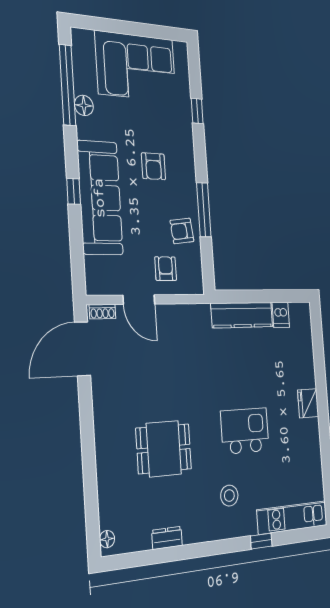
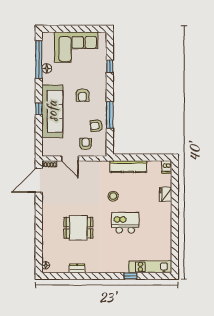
dishwasher: (281, 315) -> (167, 167), moved
fridge: (308, 403) -> (166, 194), moved
stool: (229, 496) -> (113, 196), moved

